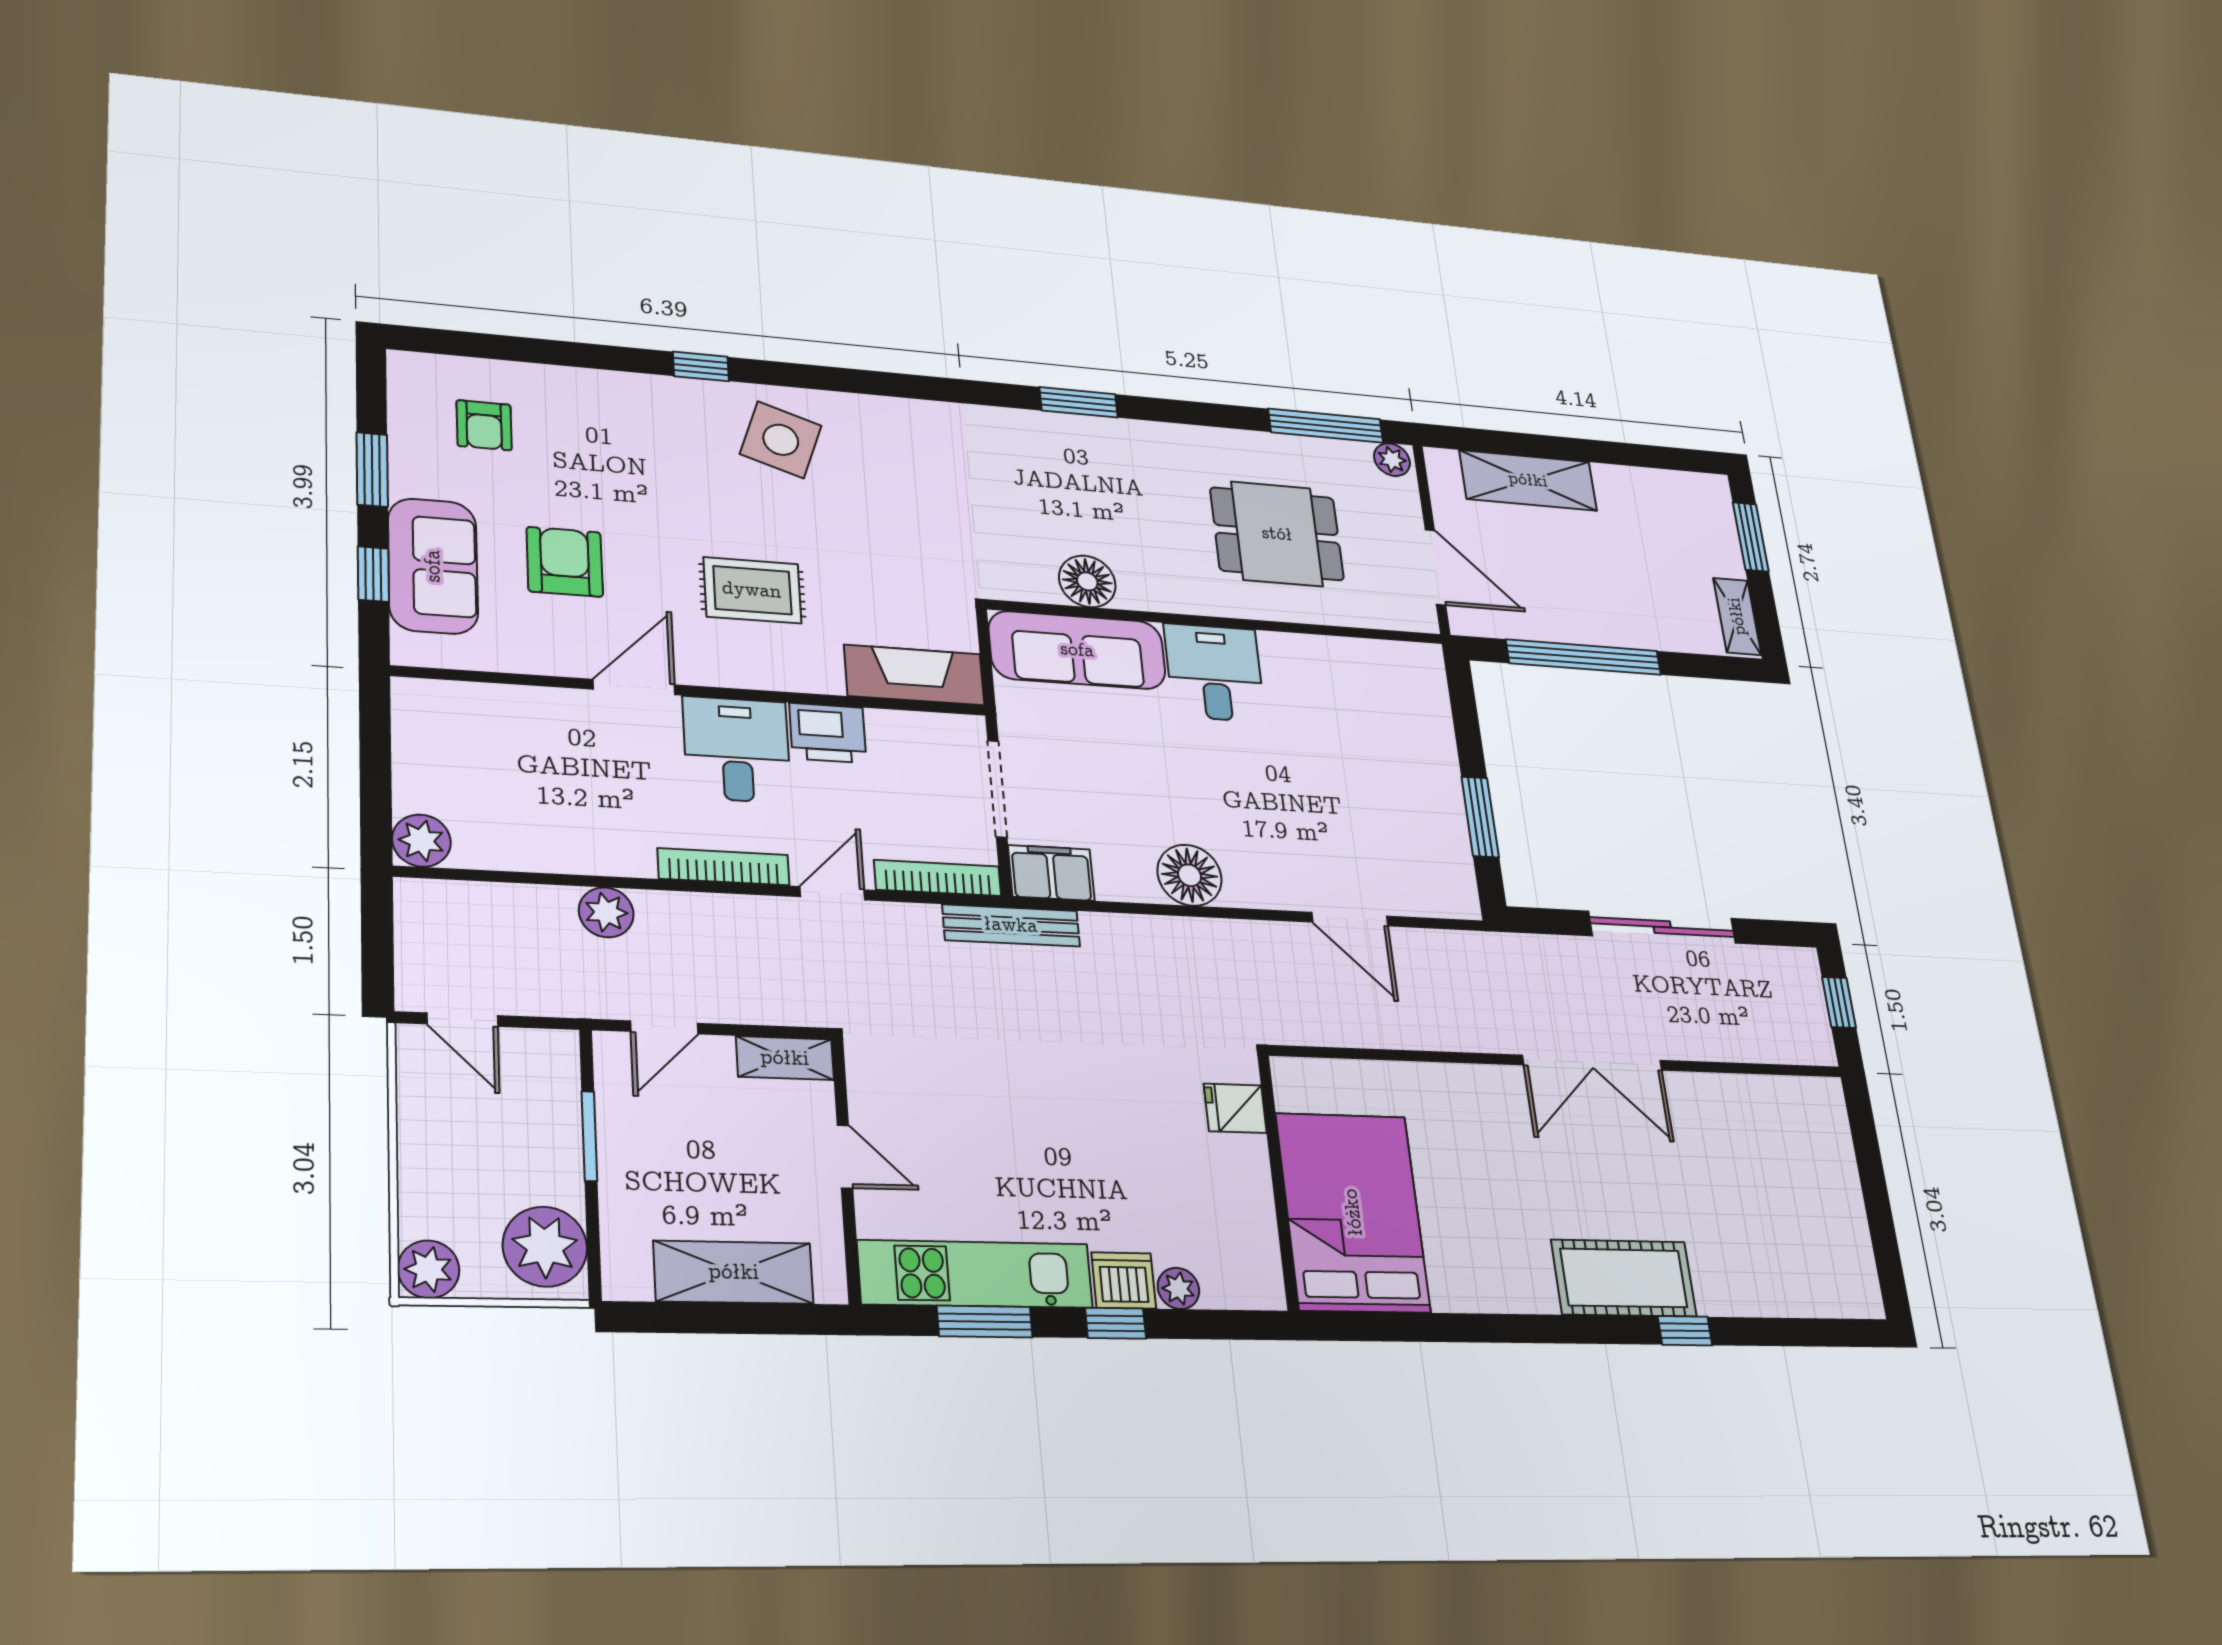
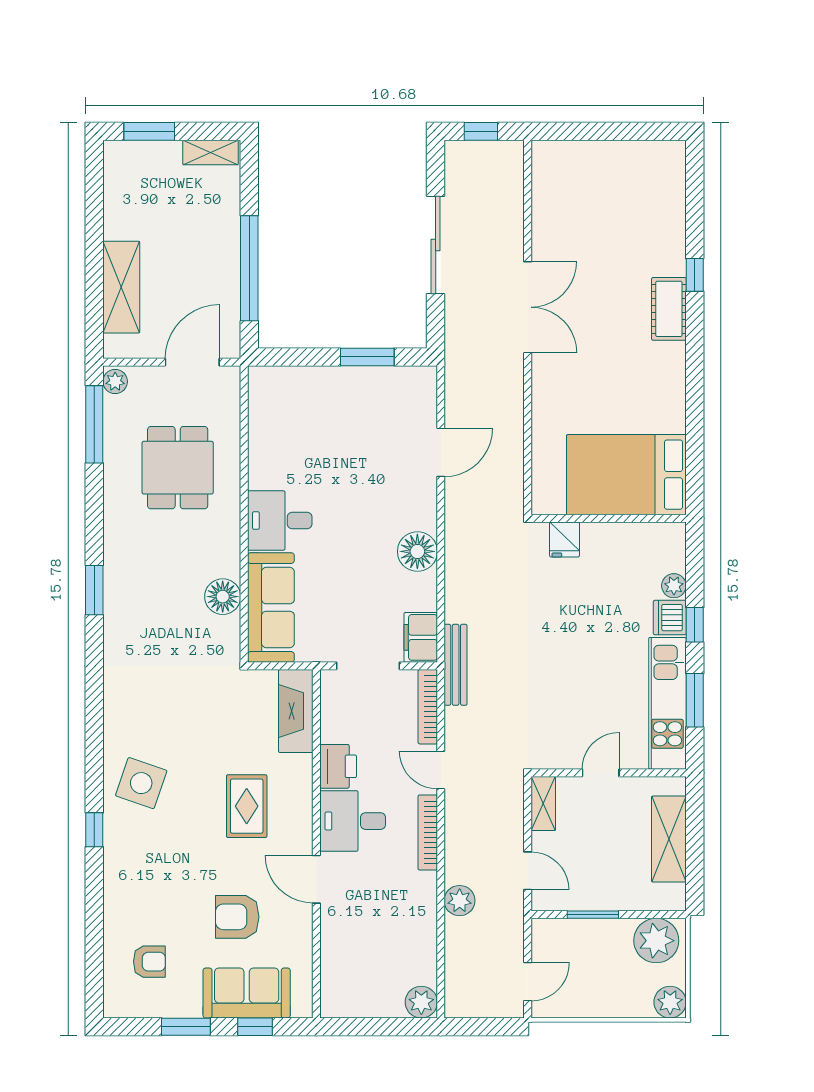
cot: (1624, 1278) -> (669, 309), width x0.73, depth x0.75

